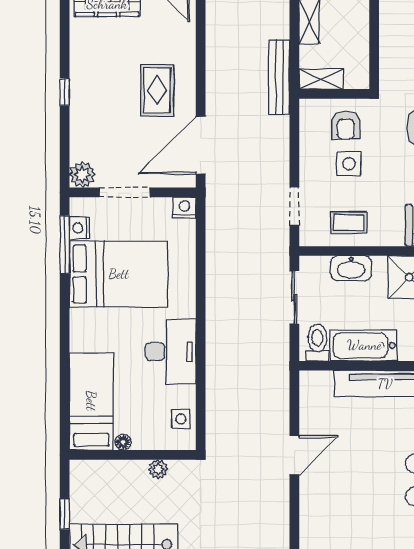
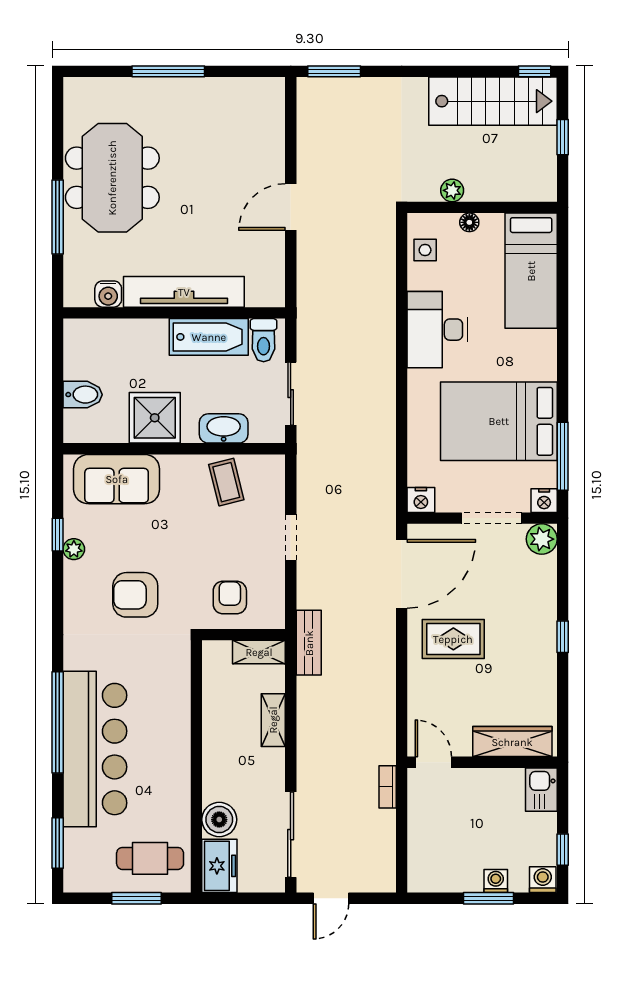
bench: (279, 77) -> (309, 643), width x0.73
rug: (157, 90) -> (453, 639), turned 90
side table: (349, 164) -> (226, 552), removed
doorway: (294, 206) -> (291, 537), moved
coffee table: (349, 223) -> (226, 482), turned 76
nightstand: (79, 228) -> (544, 501), moved, turned 90
floor lamp: (123, 442) -> (469, 222), moved

